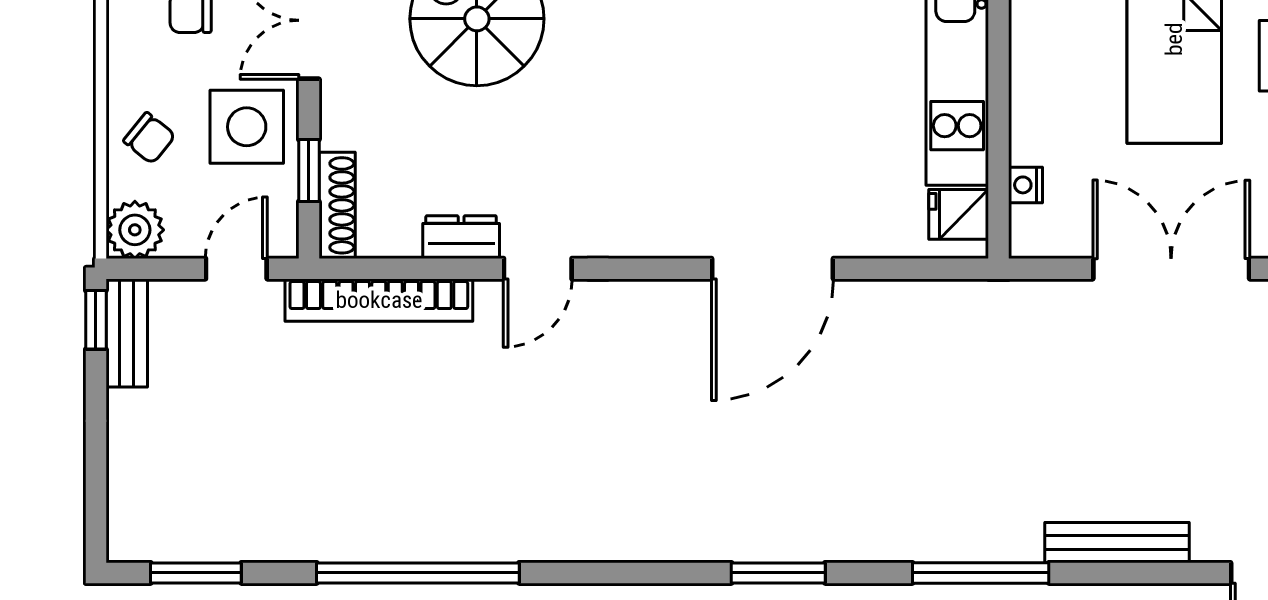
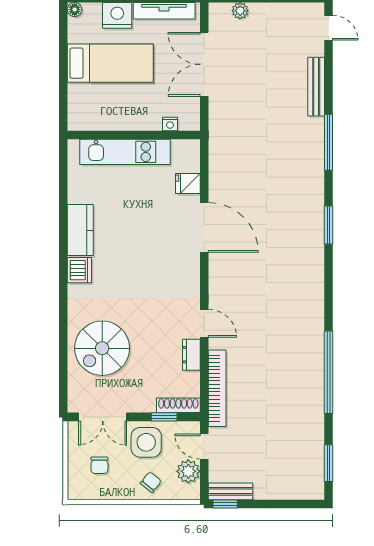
fridge: (959, 214) -> (188, 184), moved, turned 90
plant: (135, 230) -> (188, 471), moved

